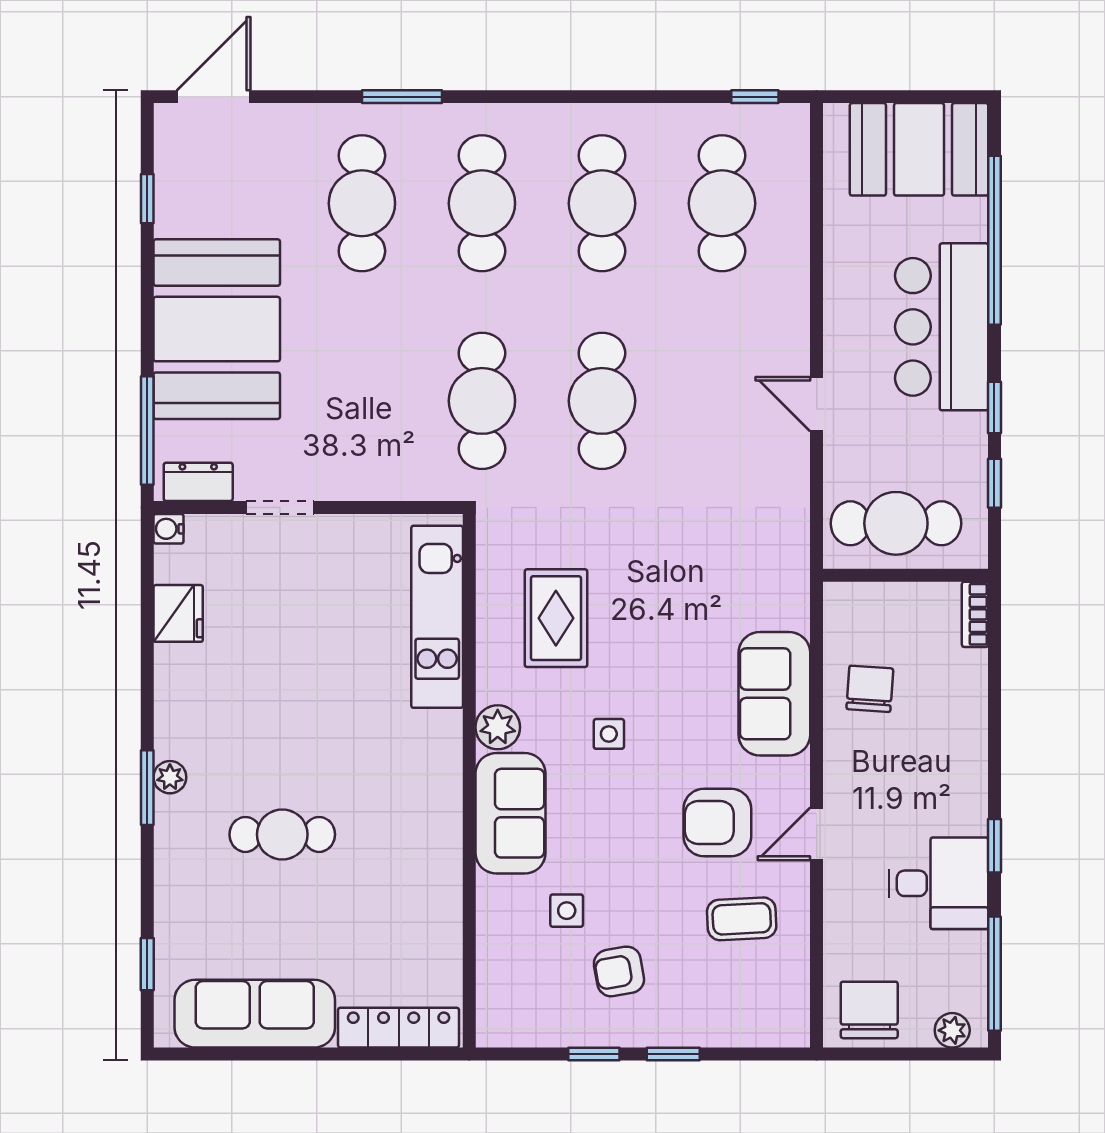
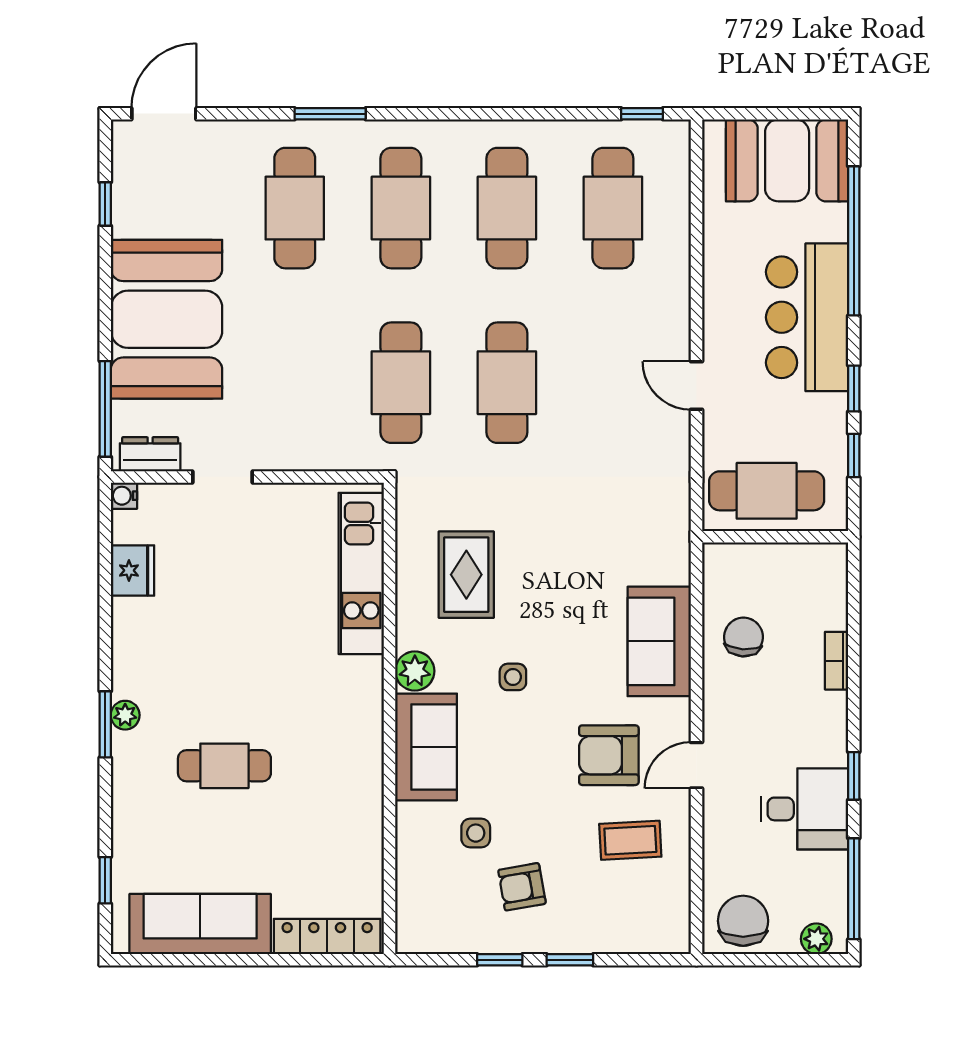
bookcase: (975, 614) -> (837, 661), moved

